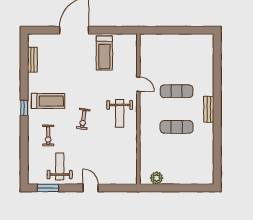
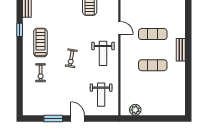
treadmill: (48, 101) -> (40, 43), turned -90
window: (24, 108) -> (20, 30), moved
weight bench: (60, 166) -> (101, 95), moved, turned 180
window: (48, 188) -> (53, 118), moved

